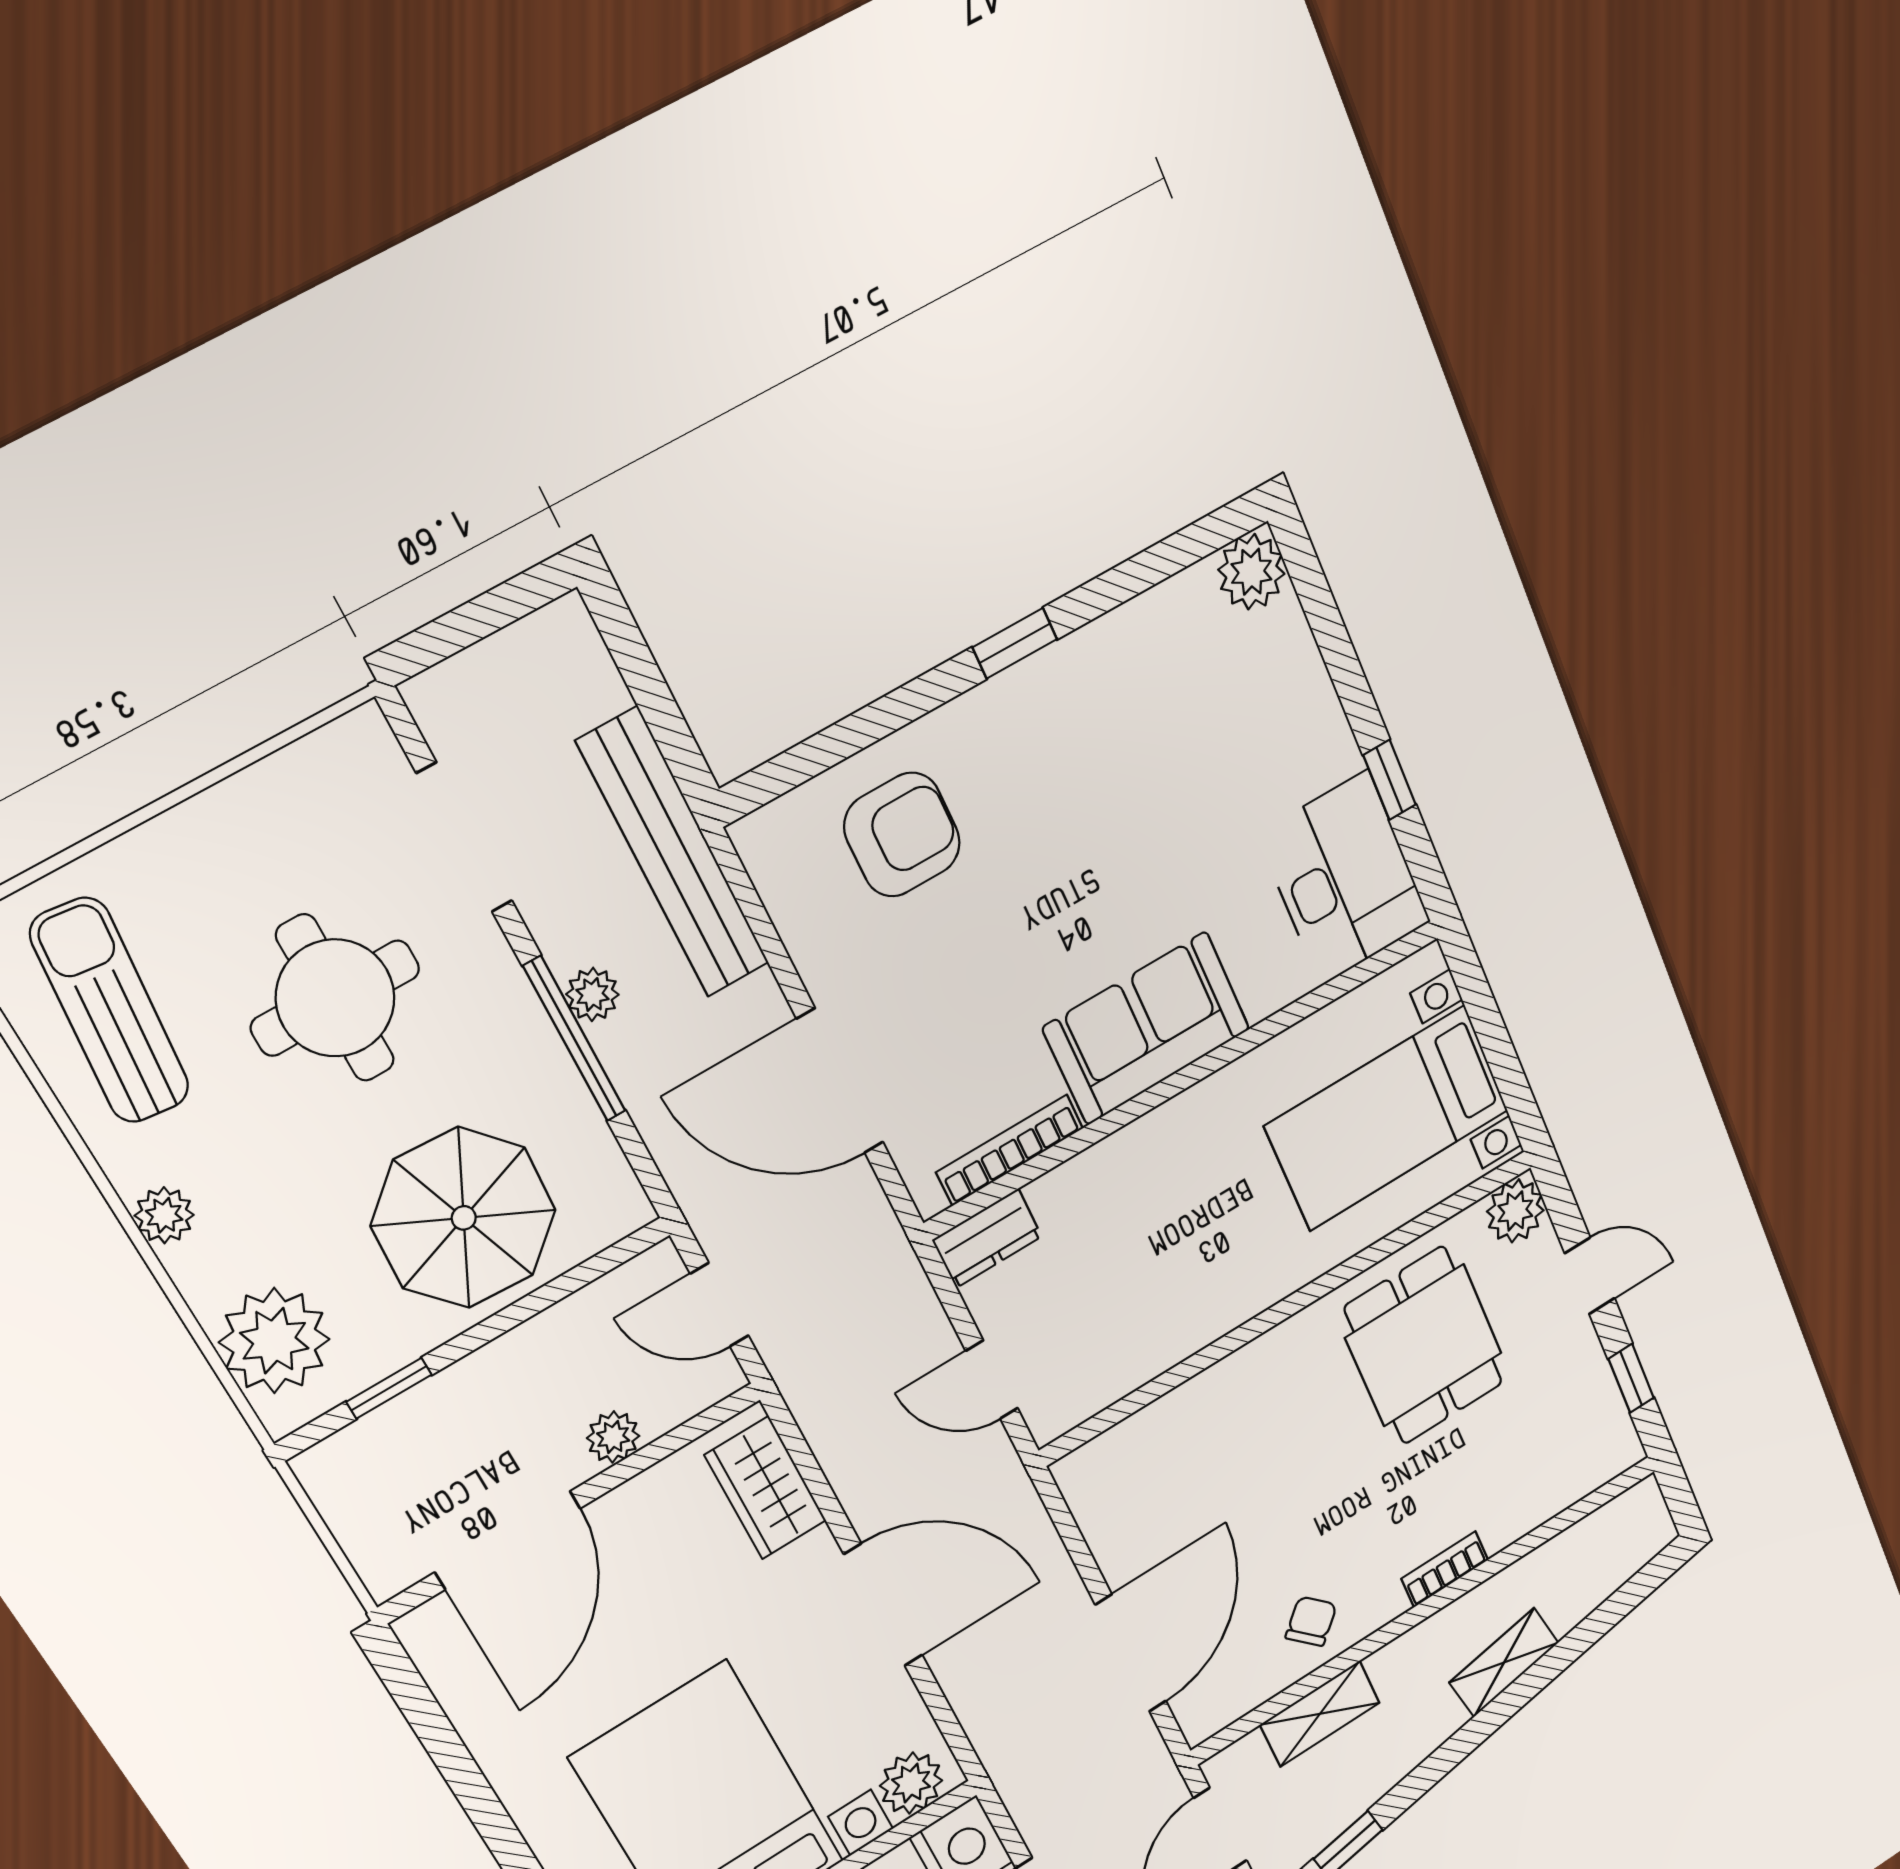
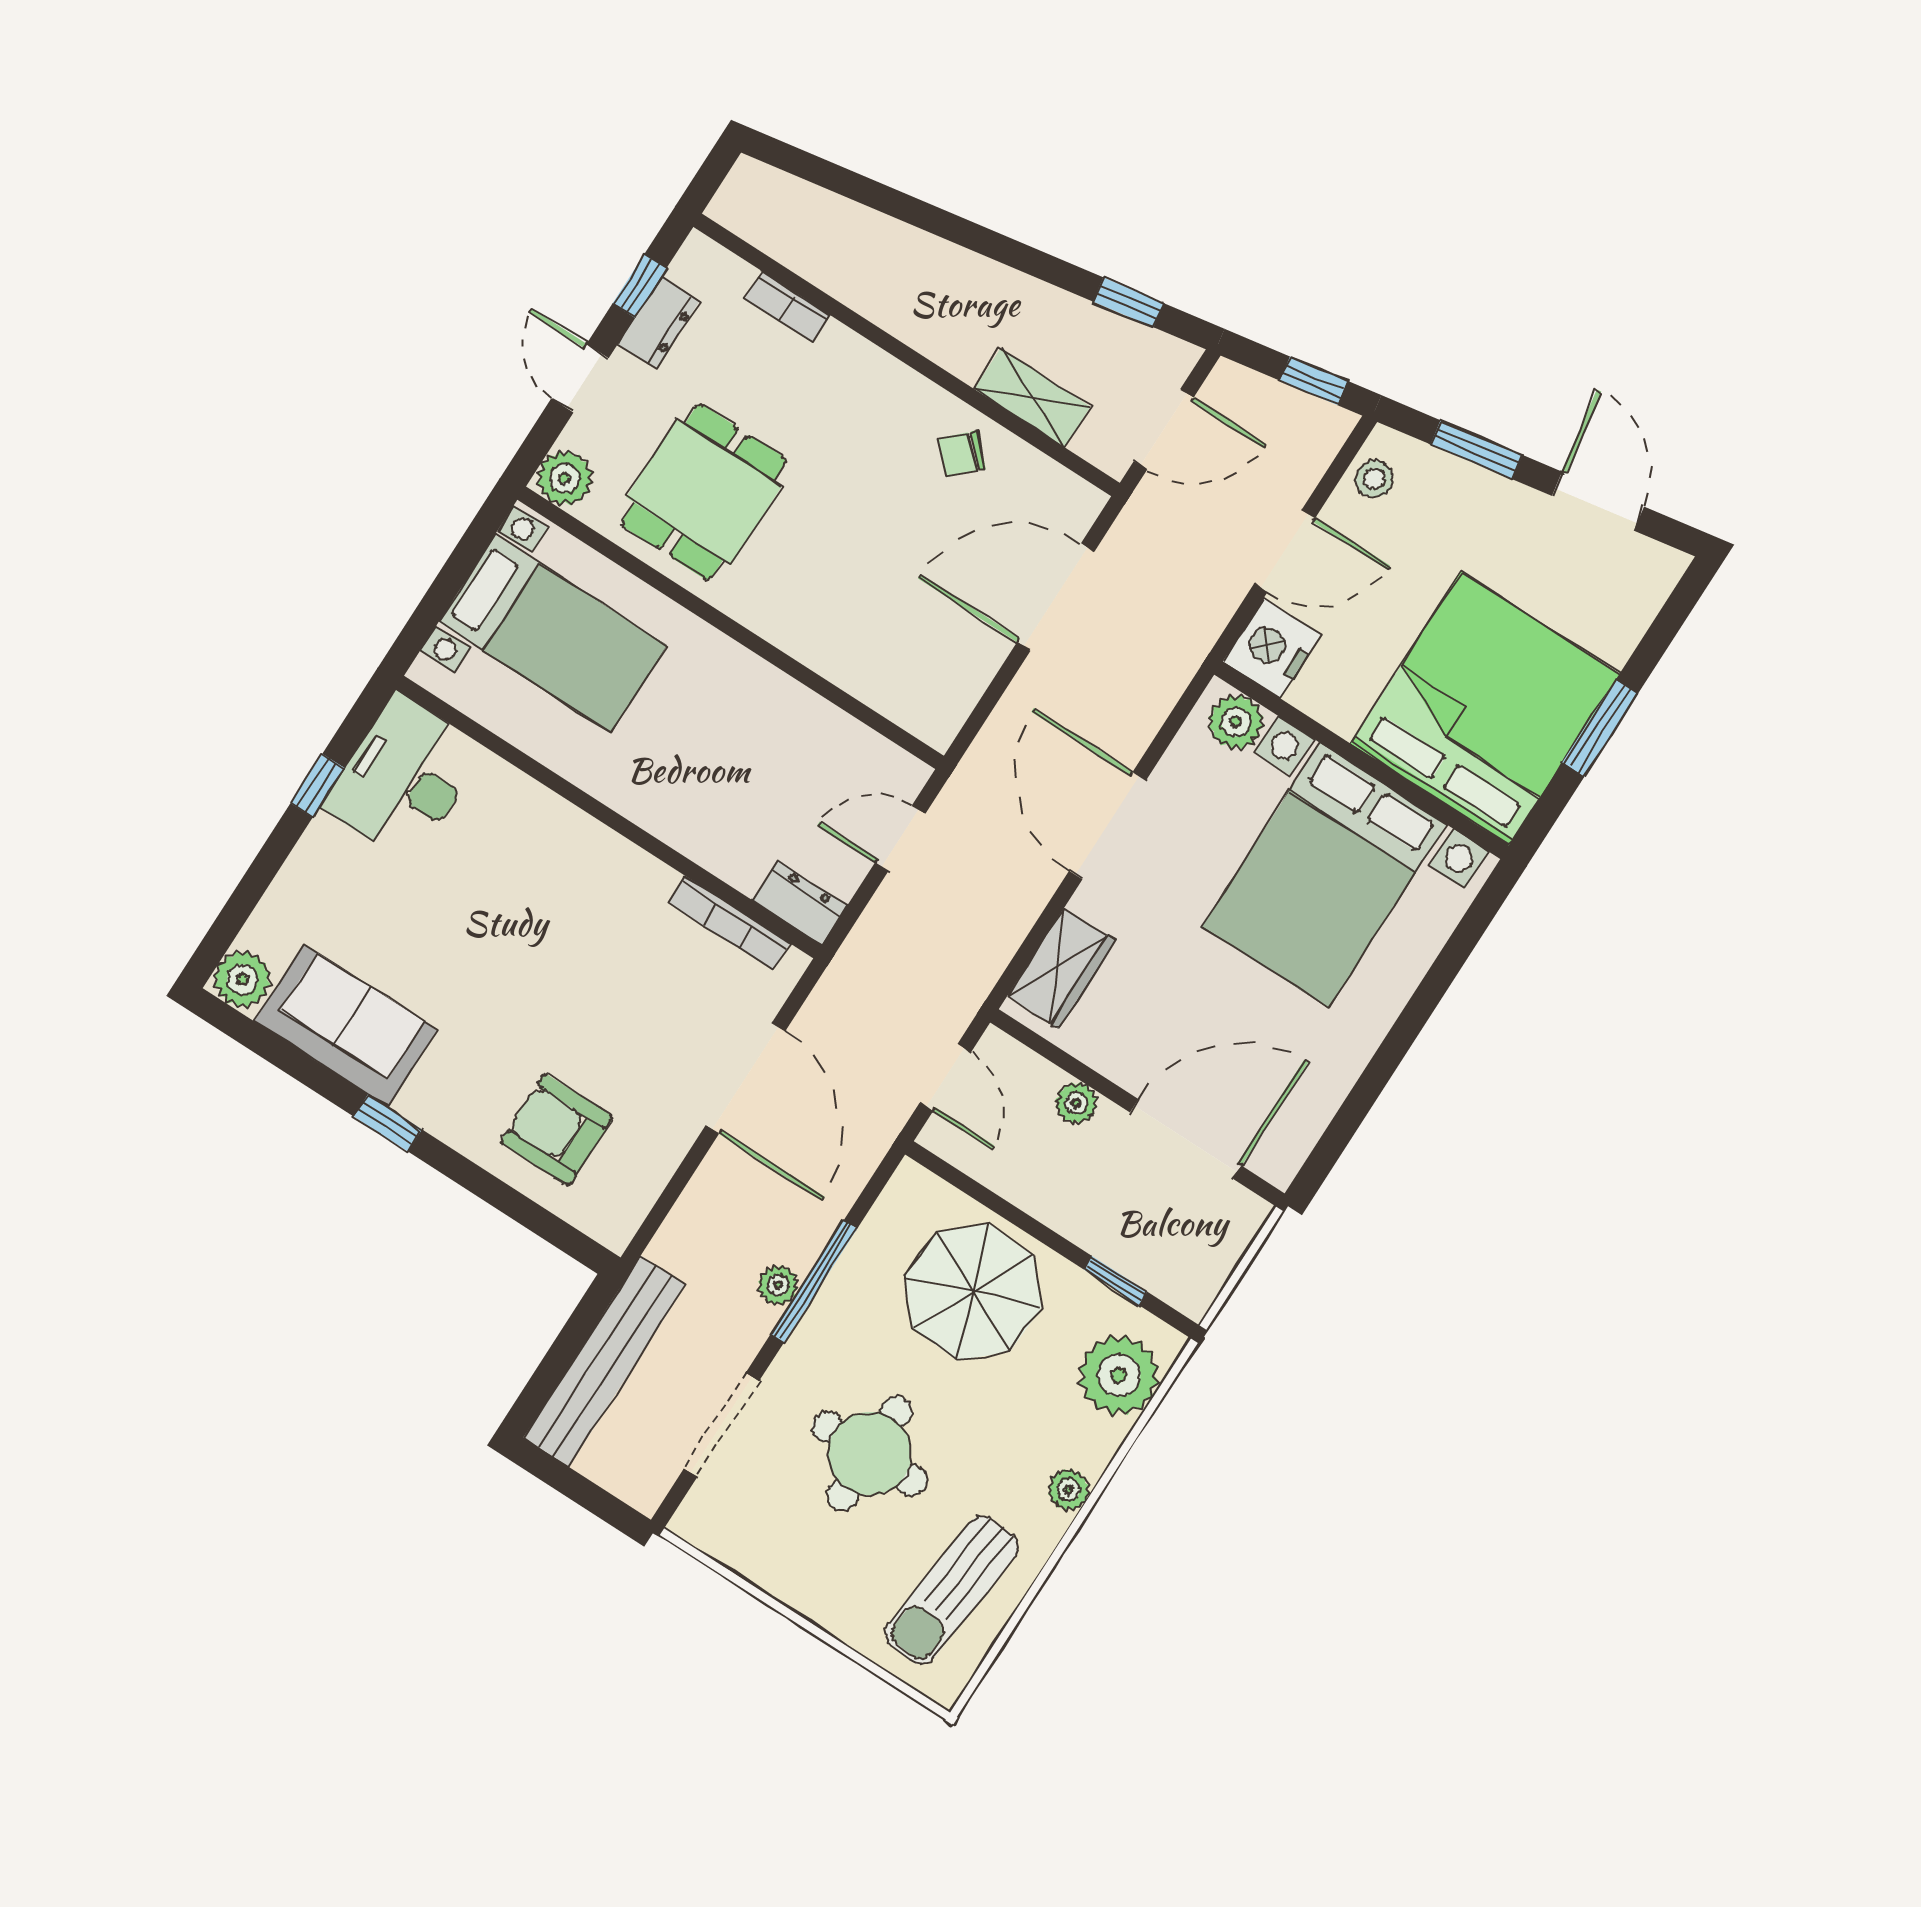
bench: (674, 854) -> (605, 1361), moved
sofa: (1147, 1028) -> (346, 1026), moved, turned 180
door: (992, 1380) -> (900, 838), swing flipped
dresser: (1591, 1380) -> (658, 323), added
bookcase: (1445, 1569) -> (788, 307), moved
shelving: (1504, 1663) -> (918, 253), removed

